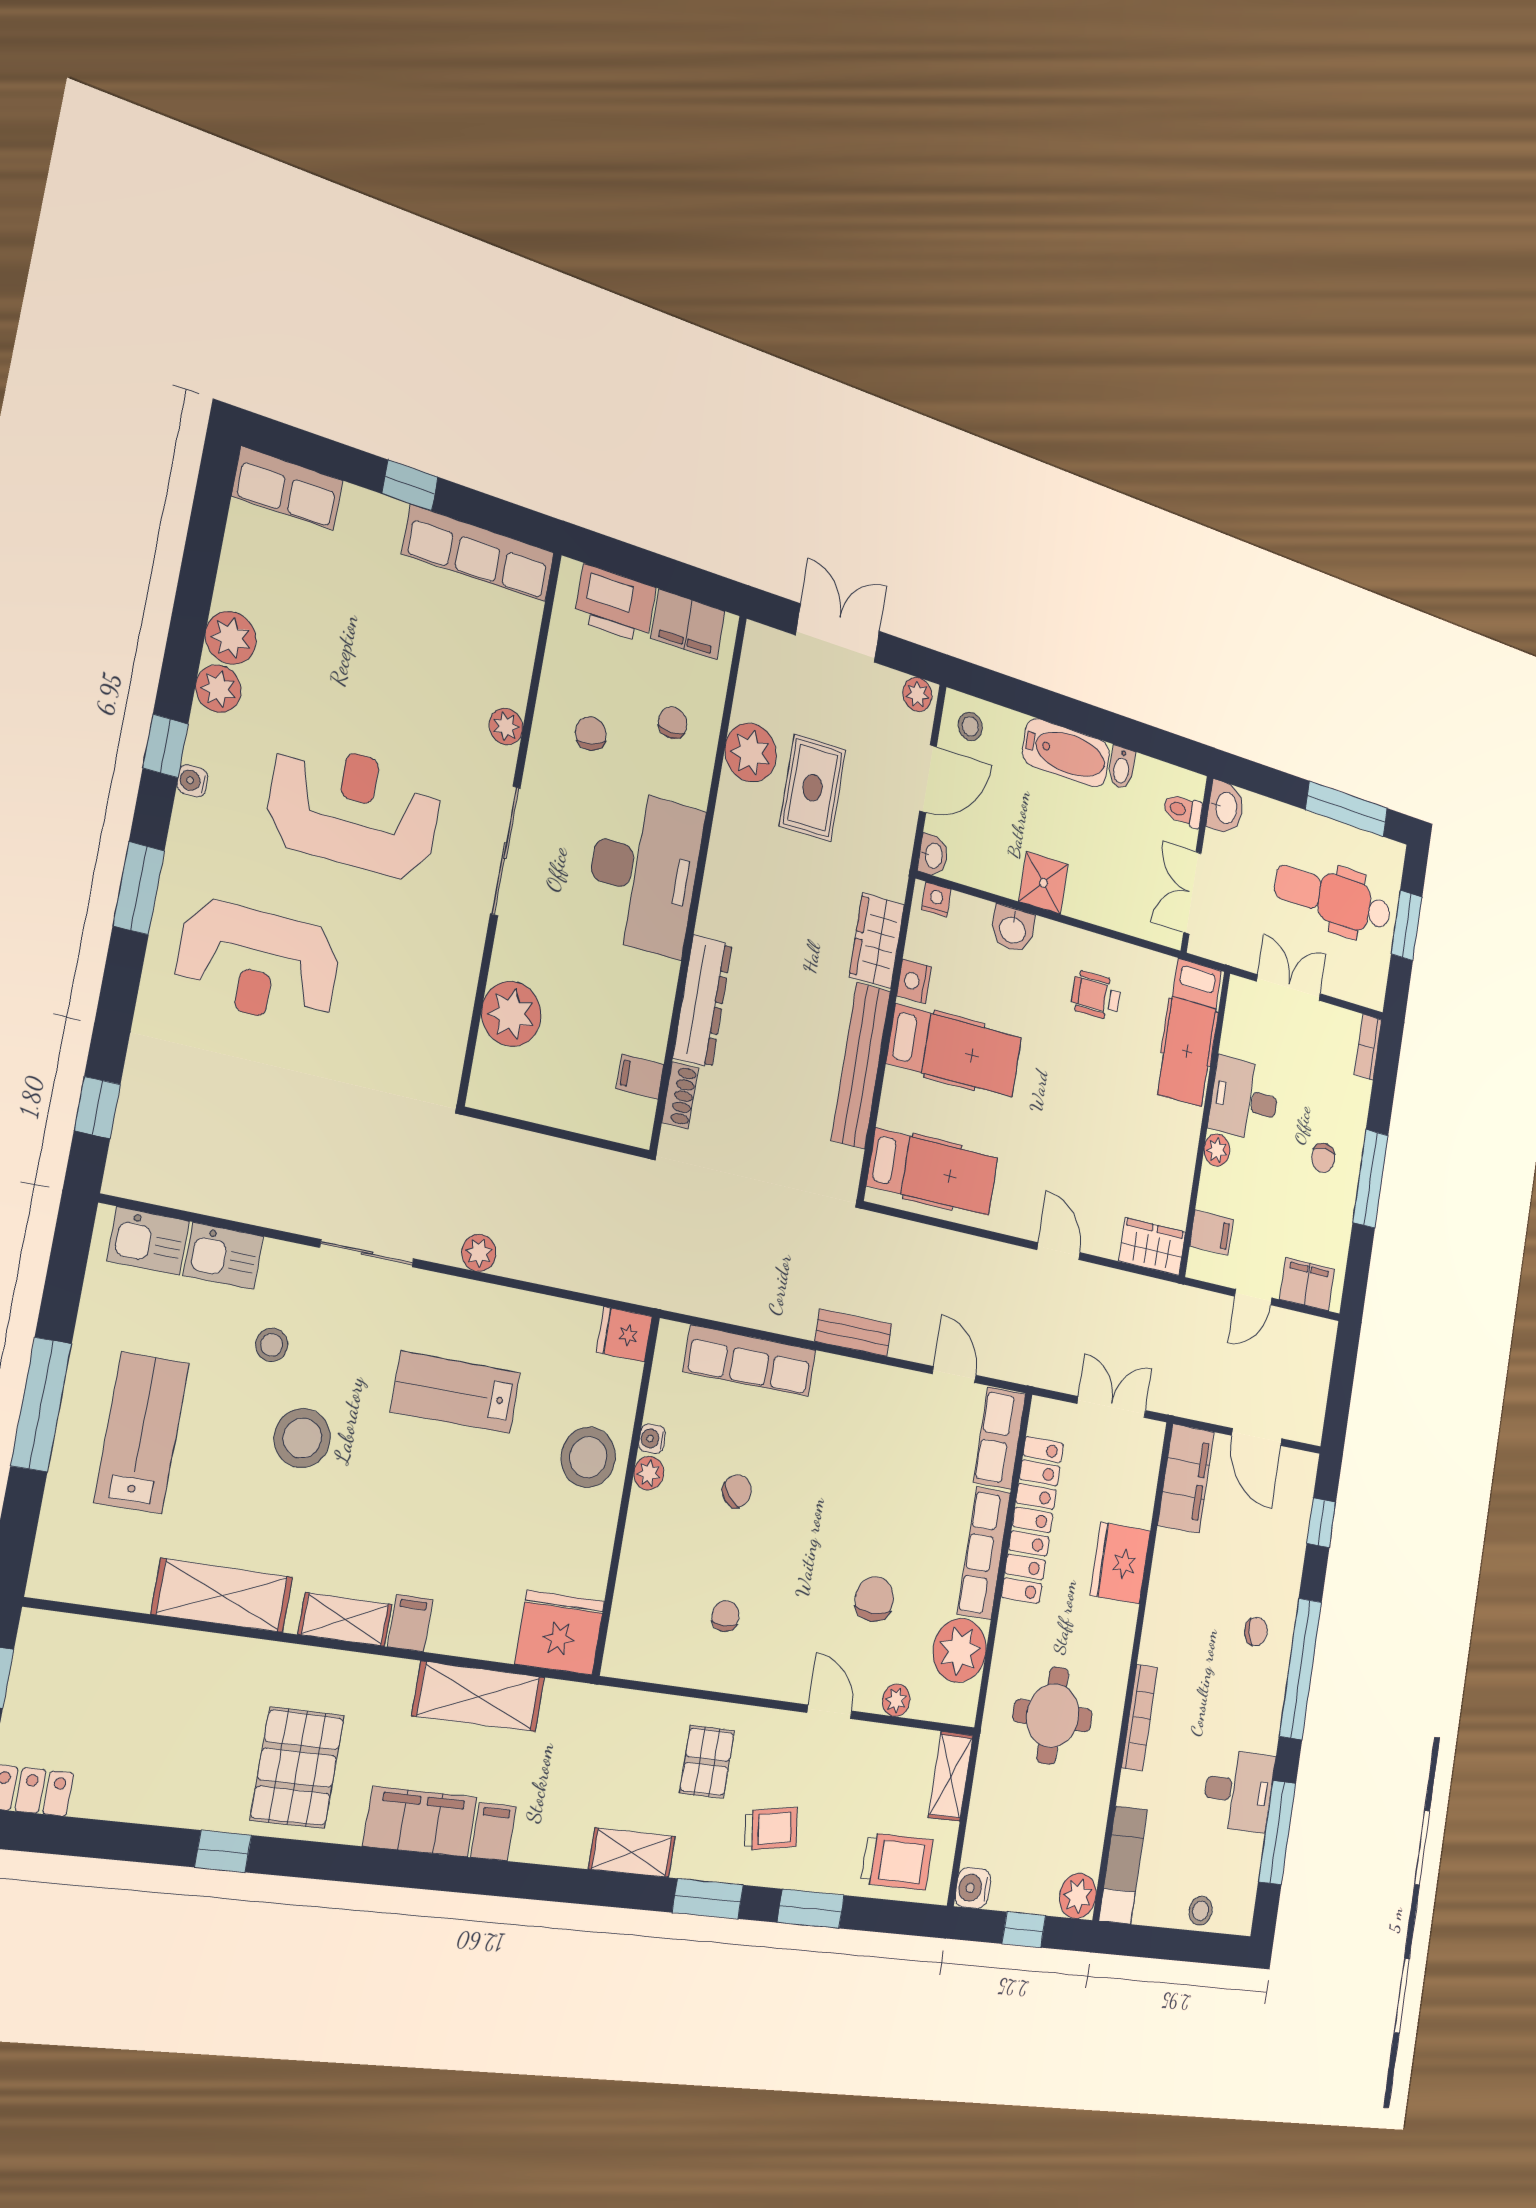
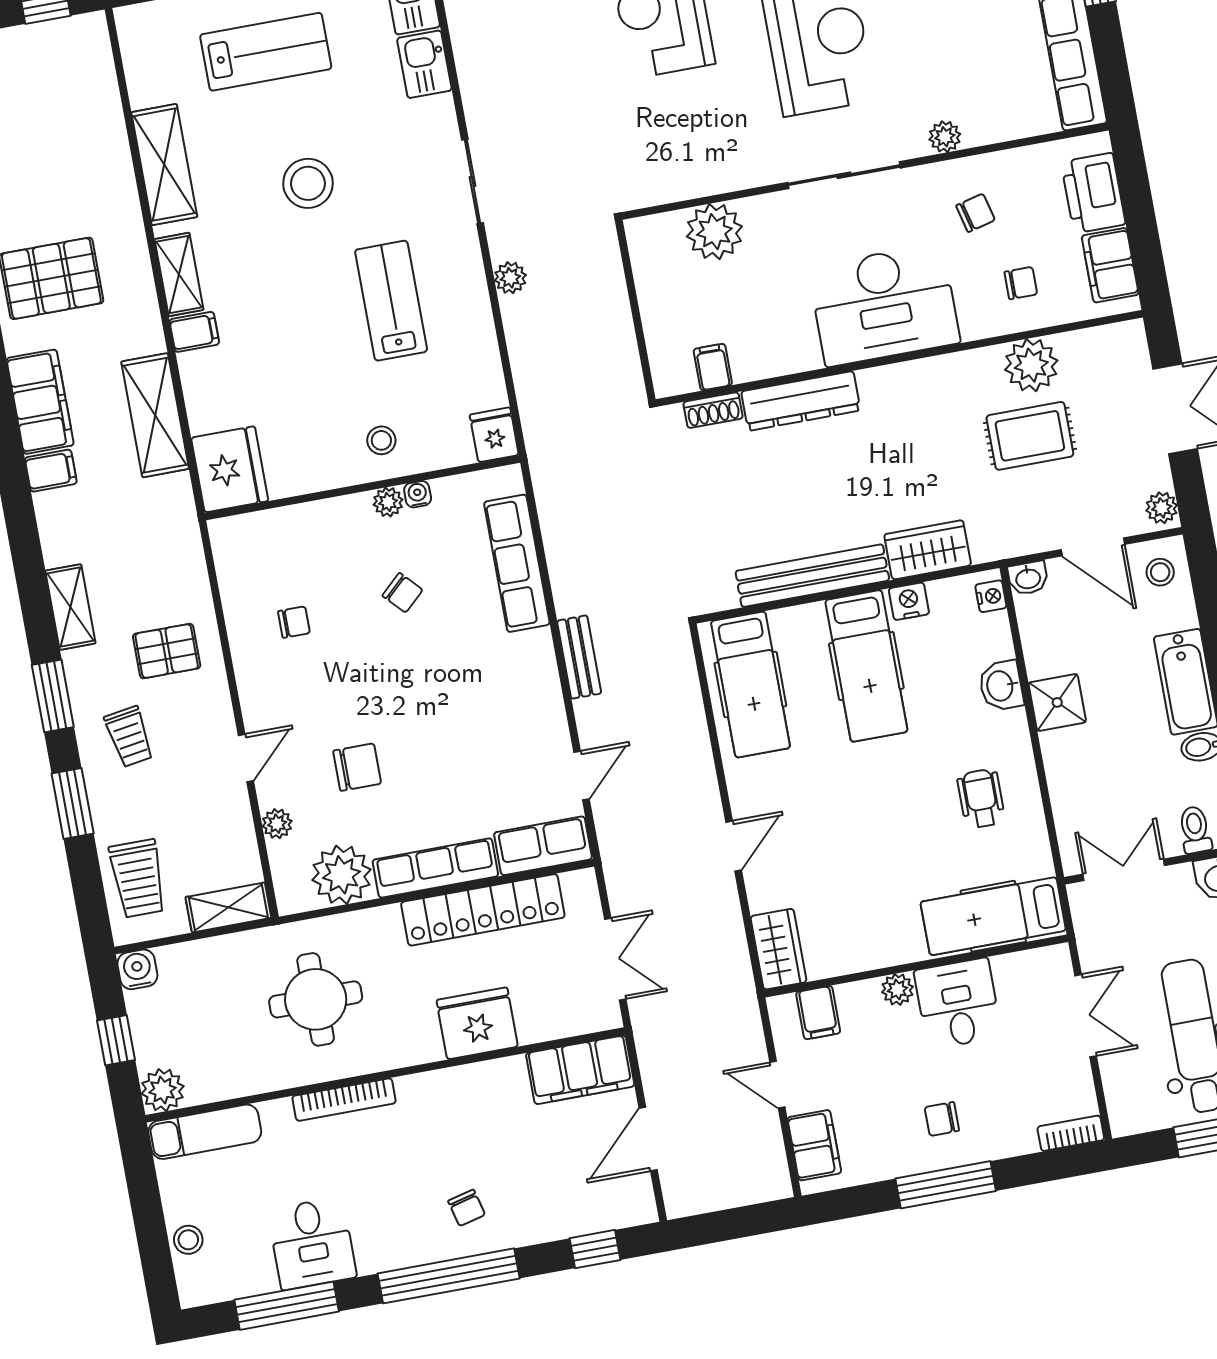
stool: (272, 1345) -> (371, 130), removed
stool: (588, 1457) -> (381, 440), width x0.53, depth x0.53

